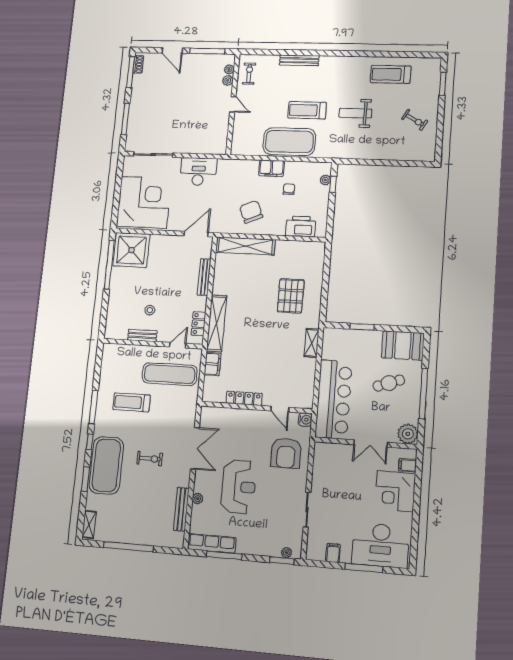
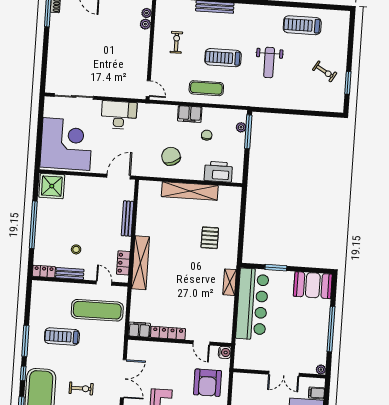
exercise bike: (249, 74) -> (176, 42), moved
window: (443, 84) -> (348, 83), moved
door: (233, 104) -> (148, 89), moved
weight bench: (355, 113) -> (269, 62), turned -90
window: (125, 119) -> (45, 59), removed
exercise mat: (289, 141) -> (206, 88), width x0.50, depth x0.69
window: (333, 184) -> (248, 132), width x2.17
shelving: (245, 246) -> (190, 191), moved
shower: (131, 250) -> (52, 186), width x0.73, depth x0.73
window: (109, 265) -> (33, 225), moved
pallet: (291, 296) -> (210, 238), width x0.67, depth x0.71
locker: (116, 334) -> (44, 271), added
door: (178, 345) -> (104, 283), hinge flipped
filing cabinet: (213, 364) -> (139, 330), moved, turned -90
cafe table: (389, 383) -> (300, 319), removed
bar counter: (334, 399) -> (252, 304), moved
plant: (408, 434) -> (321, 370), width x0.53, depth x0.53

